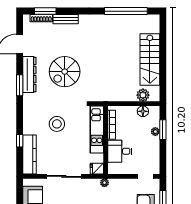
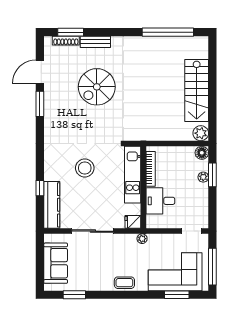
spiral stairs: (65, 72) -> (97, 87), moved
dresser: (29, 75) -> (52, 109), removed
window: (20, 85) -> (40, 104), moved
plant: (143, 95) -> (201, 133), moved
floor lamp: (143, 111) -> (202, 153), moved

